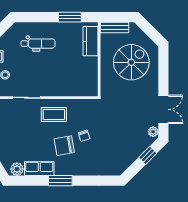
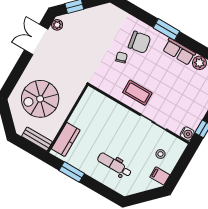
chair: (64, 146) -> (139, 42), moved

